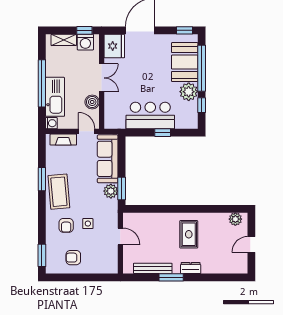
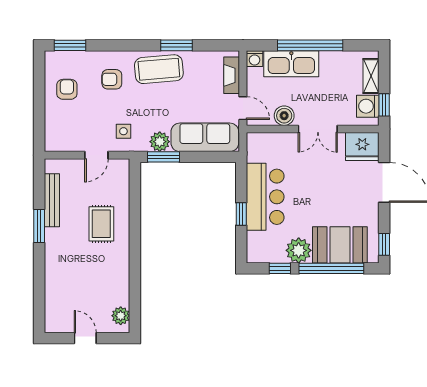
door: (87, 131) -> (243, 108), hinge flipped
side table: (88, 224) -> (123, 131), moved
rug: (189, 234) -> (101, 224), moved, turned 90
dresser: (191, 268) -> (52, 253), removed

